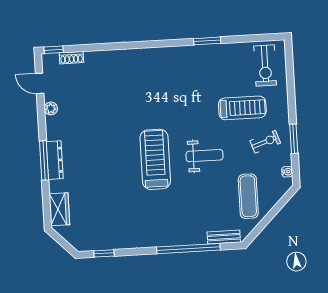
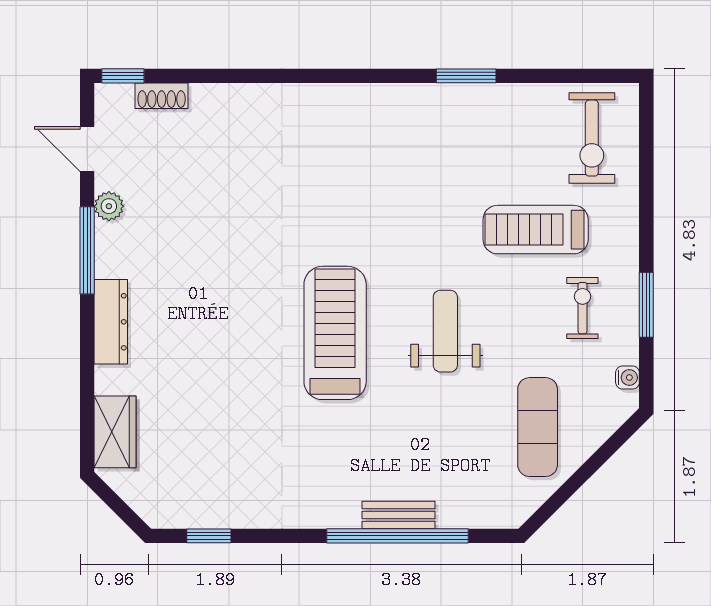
treadmill: (242, 108) -> (536, 230), turned 180
exercise bike: (265, 142) -> (582, 308), turned -71
weight bench: (205, 156) -> (445, 331), turned -90
window: (44, 160) -> (87, 250), moved
bench: (224, 237) -> (399, 515), moved

